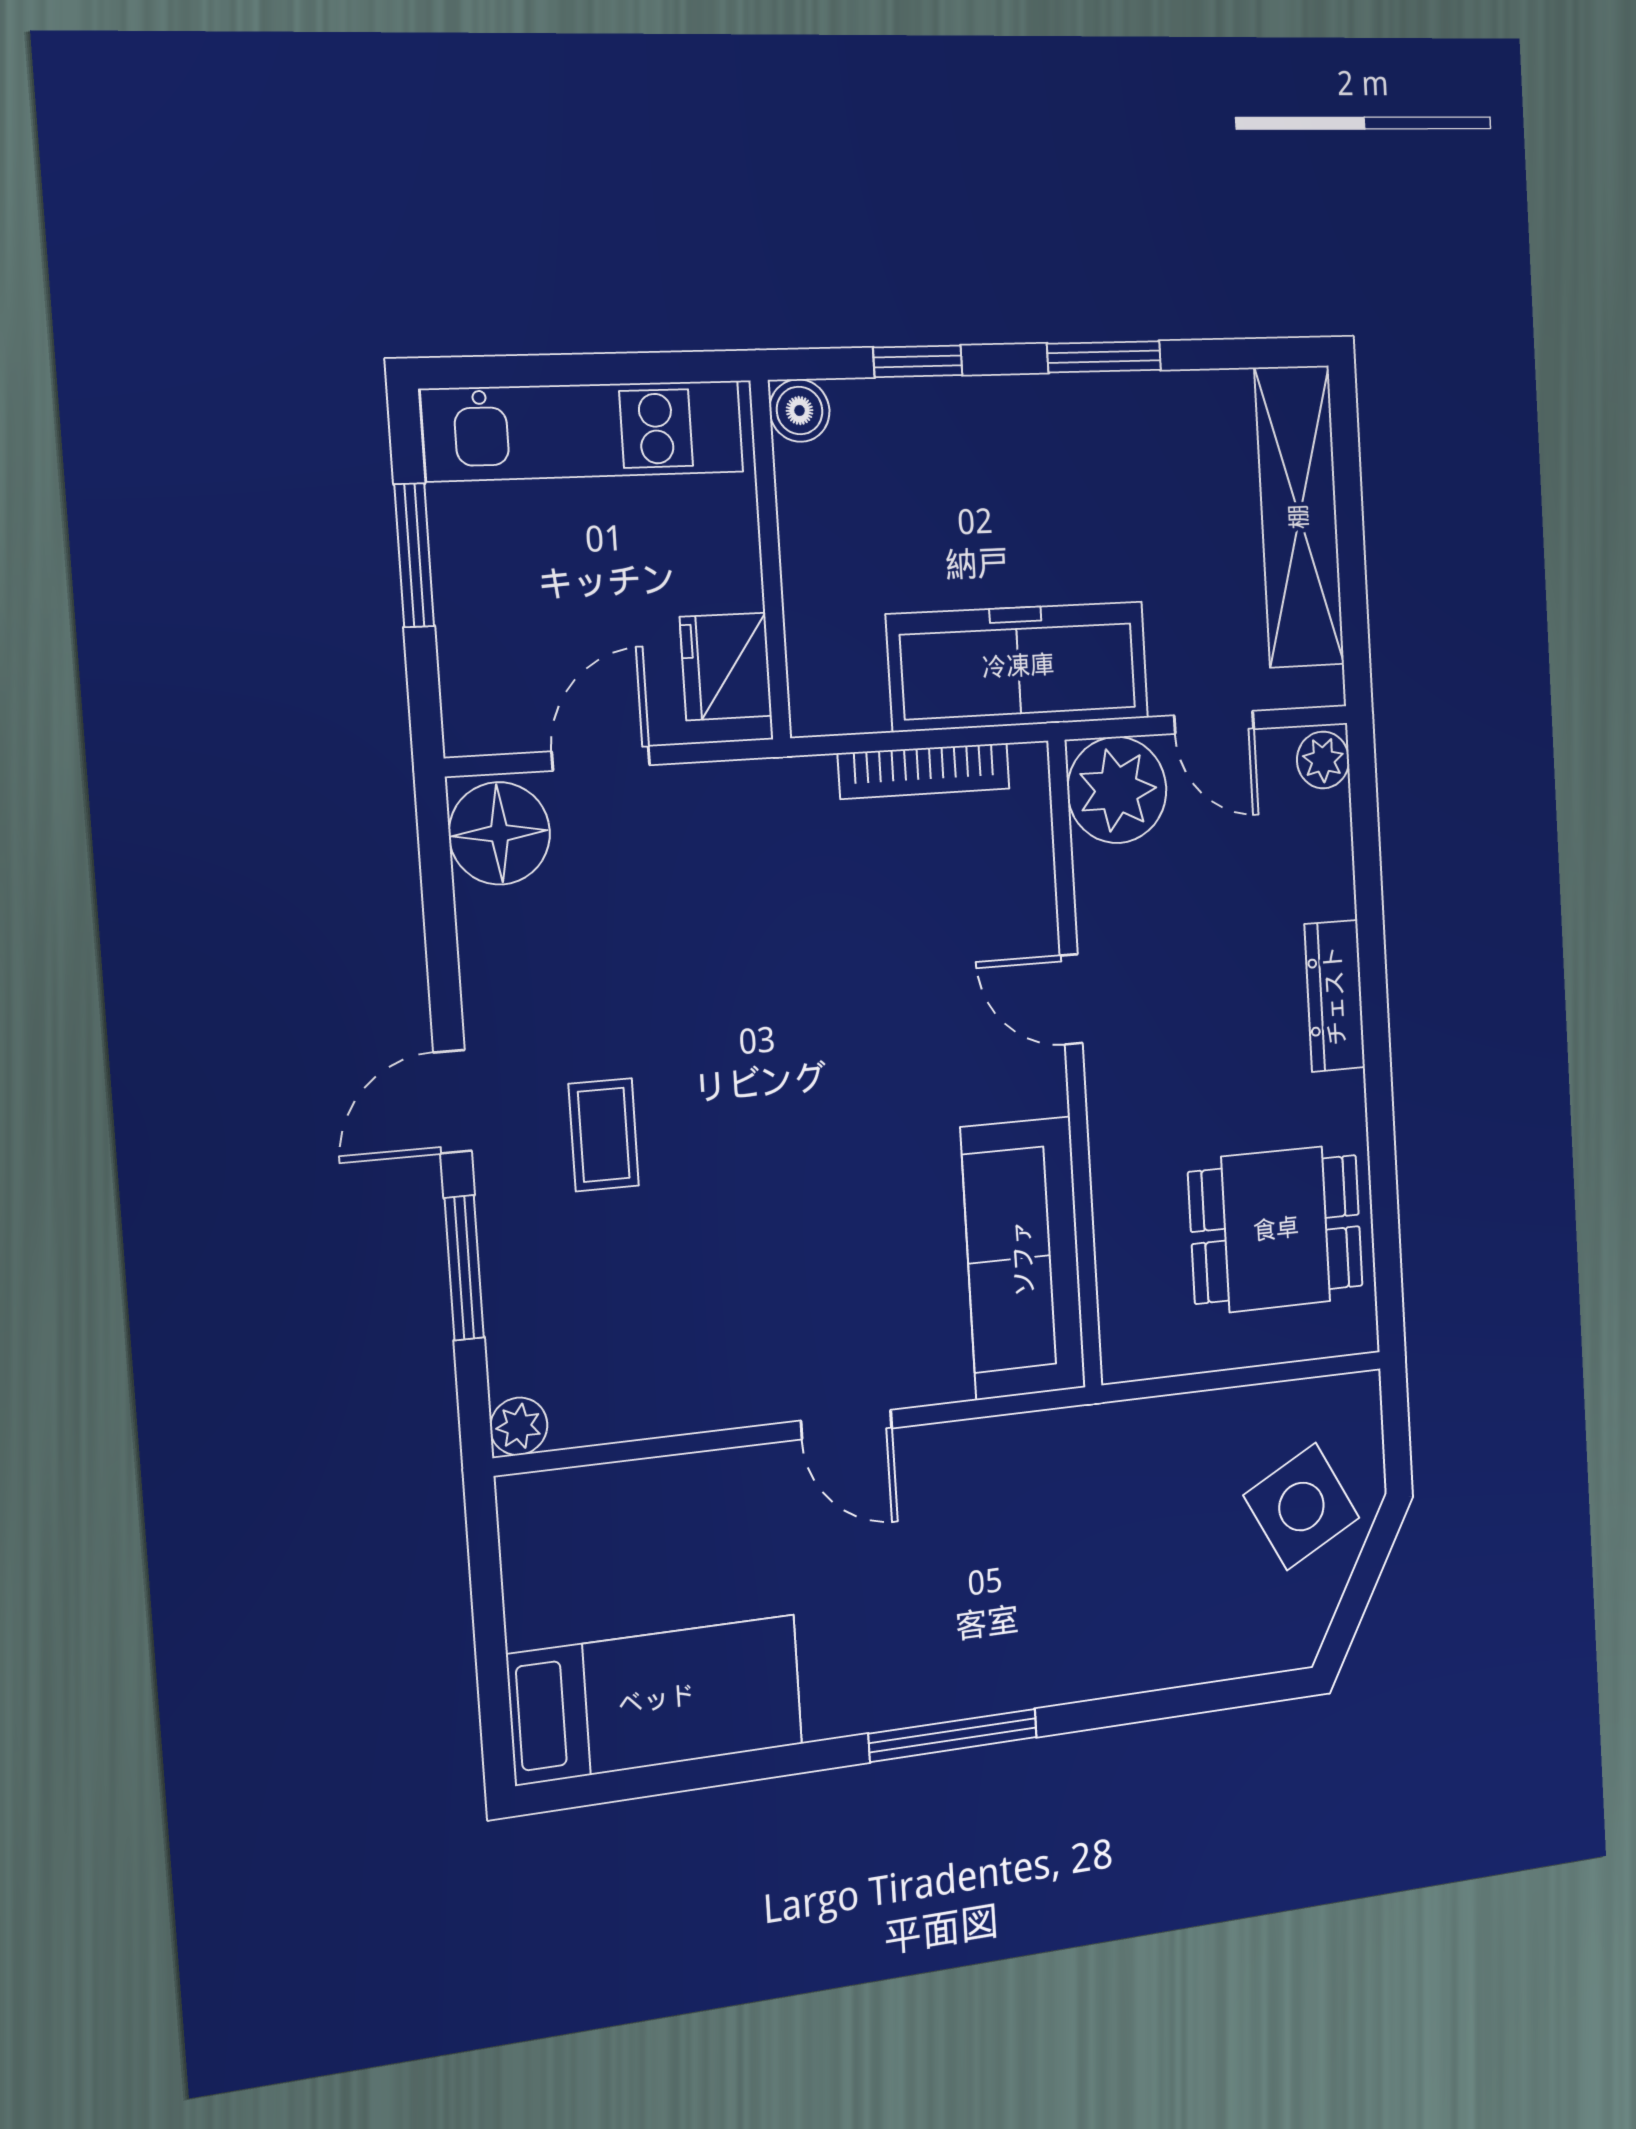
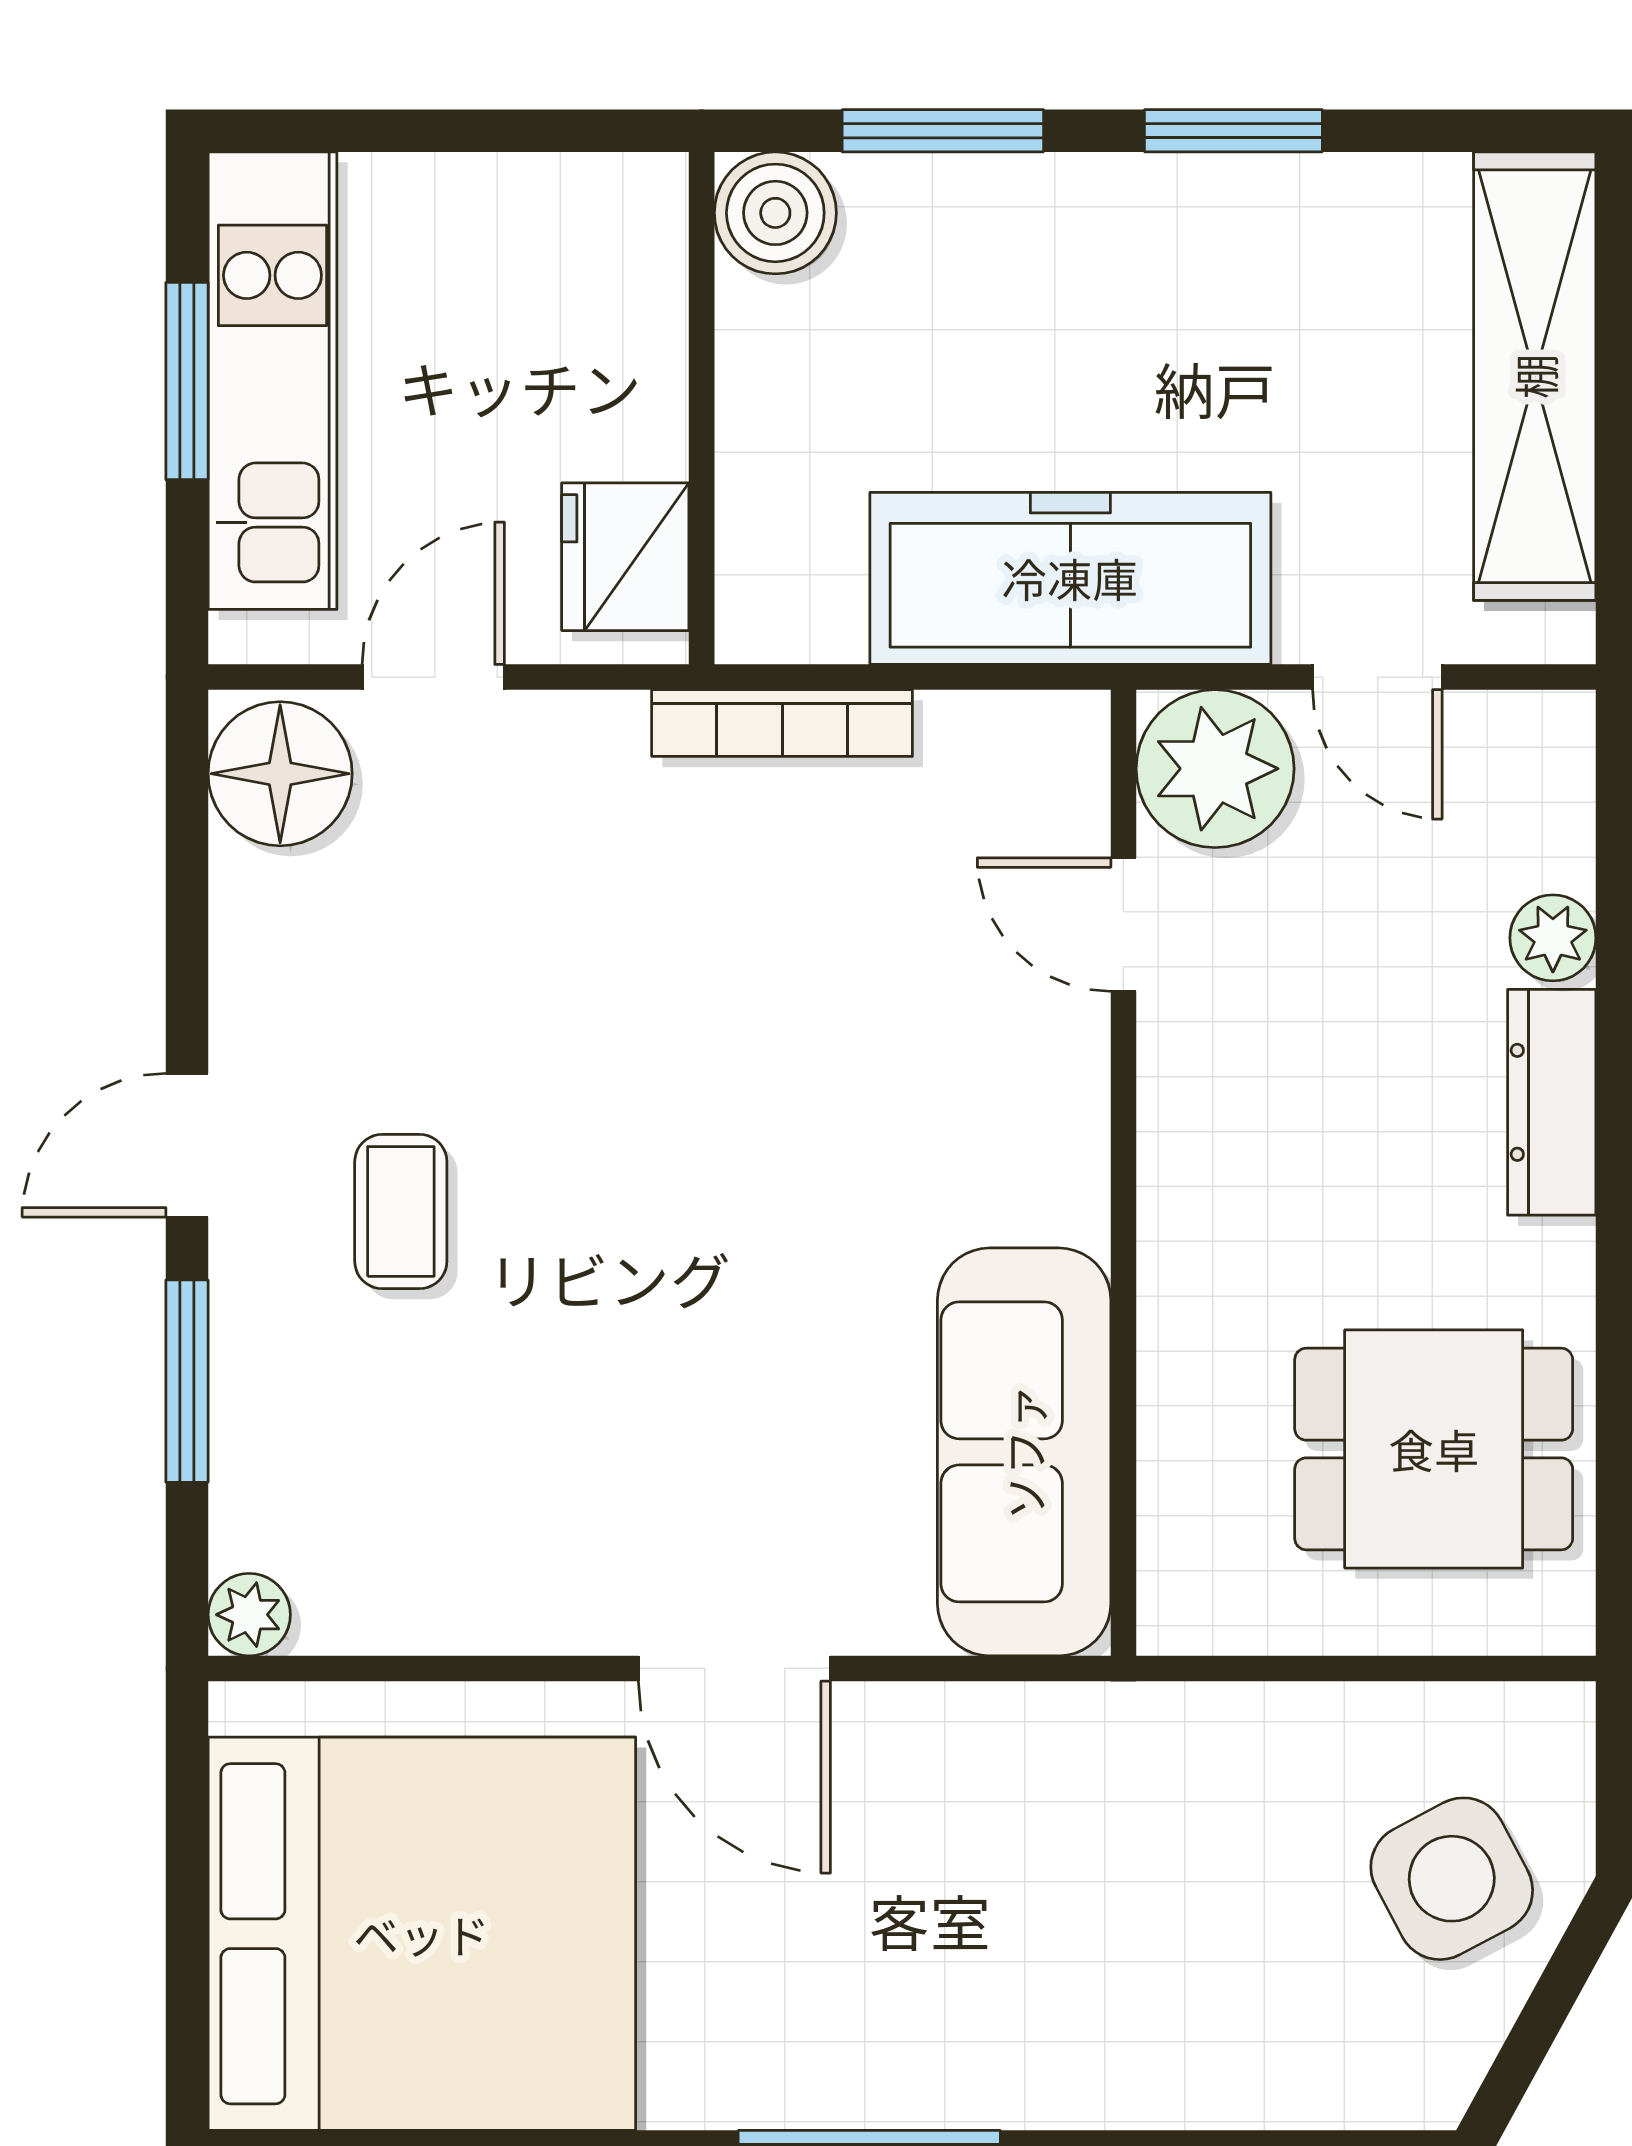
window: (918, 361) -> (943, 131), width x1.50
boiler: (800, 411) -> (775, 213), width x1.36, depth x1.36
kitchen unit: (584, 431) -> (272, 381), moved, turned -90
plant: (1323, 760) -> (1553, 938), moved
bookcase: (924, 771) -> (782, 723), moved
door: (1071, 999) -> (1123, 925), moved
door: (846, 1425) -> (734, 1668), width x1.37
bed: (656, 1700) -> (422, 1934), width x2.04

